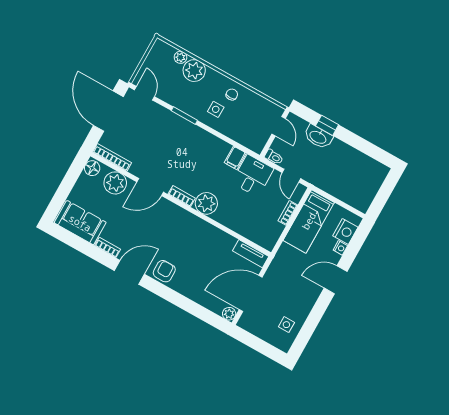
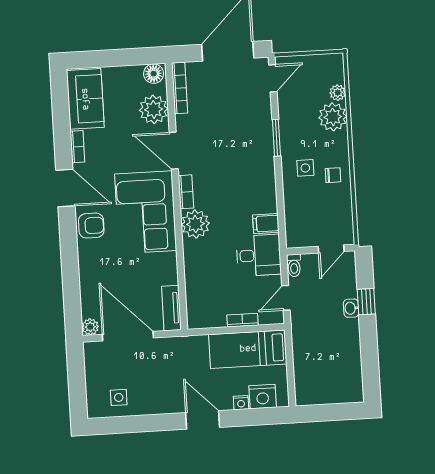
washbasin: (318, 137) -> (351, 308), width x0.52, depth x0.69
corner sofa: (178, 231) -> (146, 212), added

